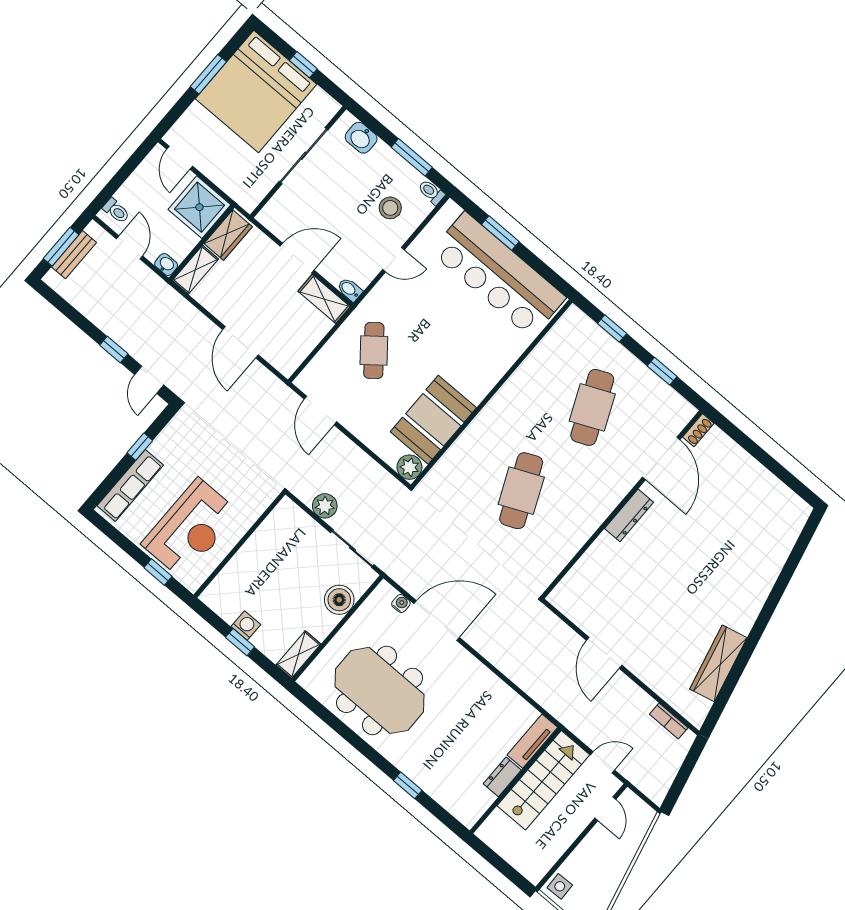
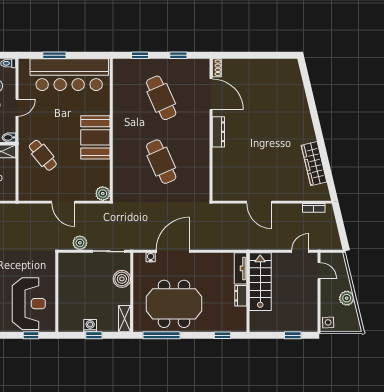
door: (320, 410) -> (63, 202), moved
booth: (433, 420) -> (95, 137), moved
window: (328, 717) -> (161, 335), added
tv unit: (532, 741) -> (240, 268), moved
dresser: (502, 777) -> (241, 296), moved
wall: (516, 780) -> (248, 292), moved
stairs: (543, 780) -> (260, 282), moved
window: (499, 864) -> (293, 335), added
plant: (611, 875) -> (347, 298), added

